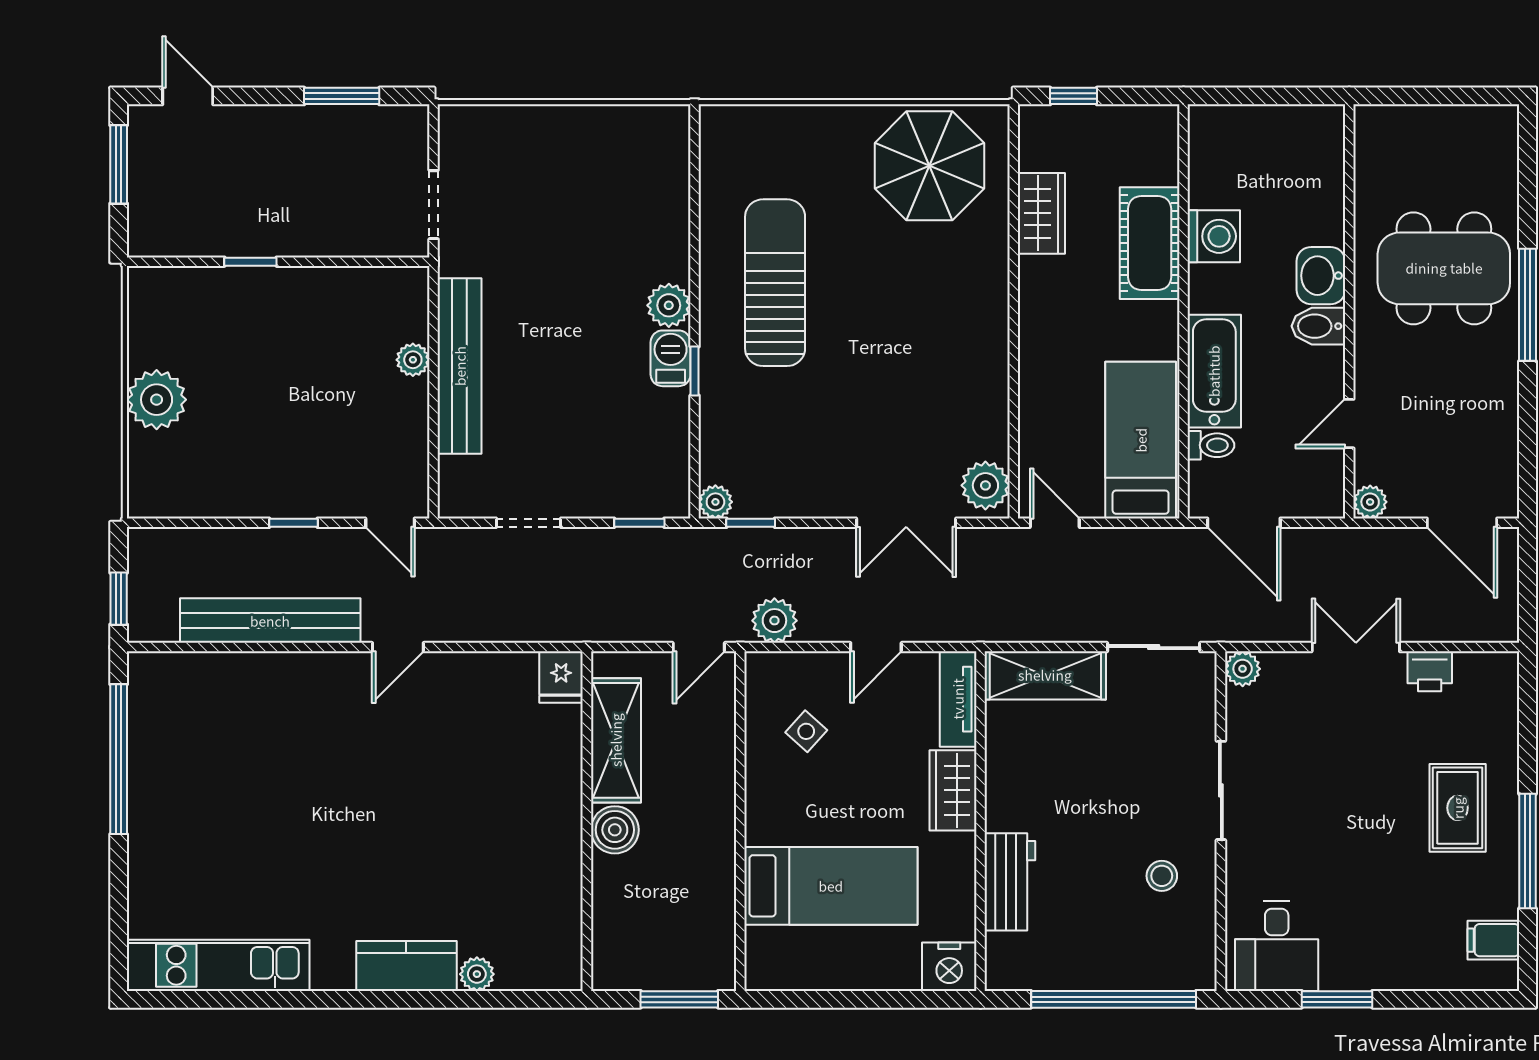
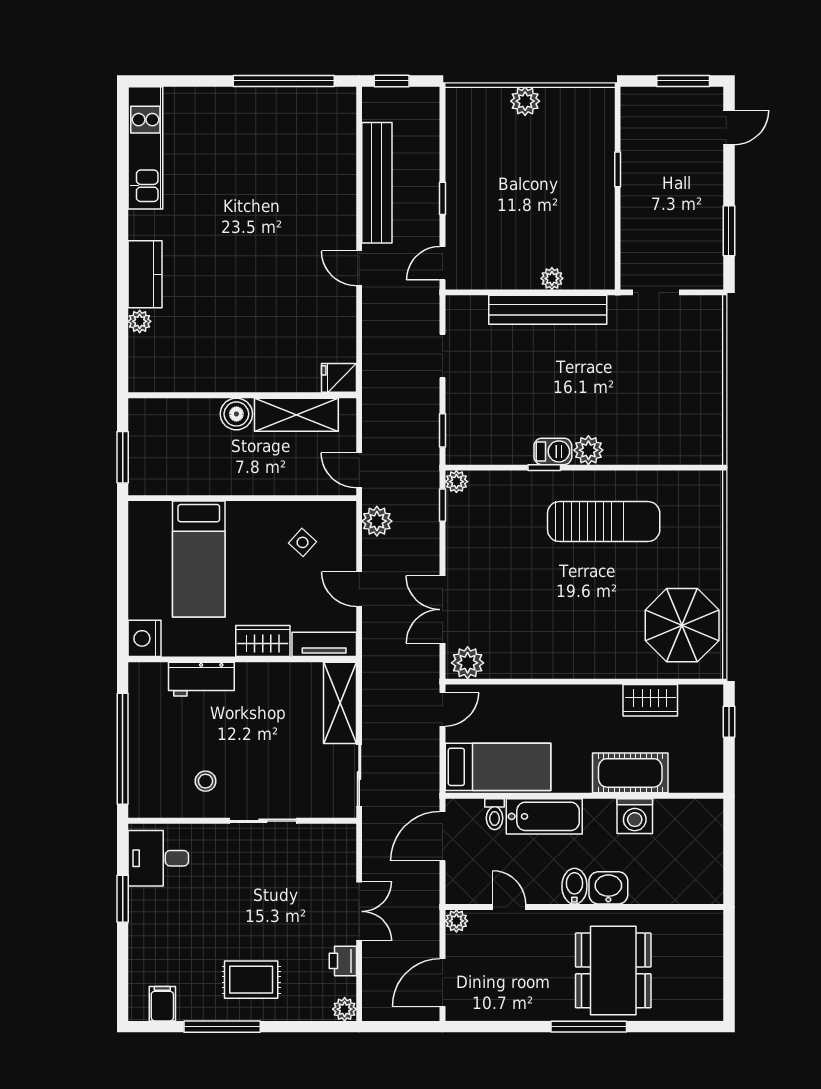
plant: (157, 400) -> (525, 101), width x0.73, depth x0.73
plant: (1243, 669) -> (345, 1009), moved

